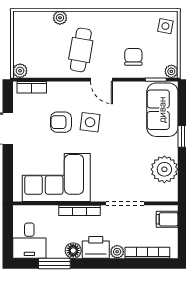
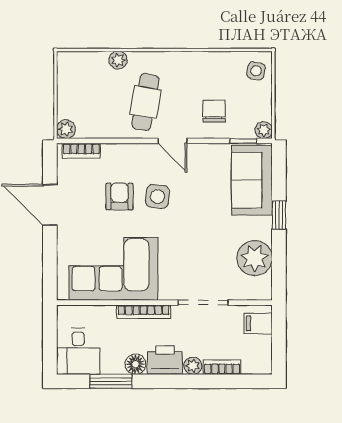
armchair: (61, 122) -> (119, 196), turned 90
bookcase: (147, 253) -> (222, 367), width x0.64

